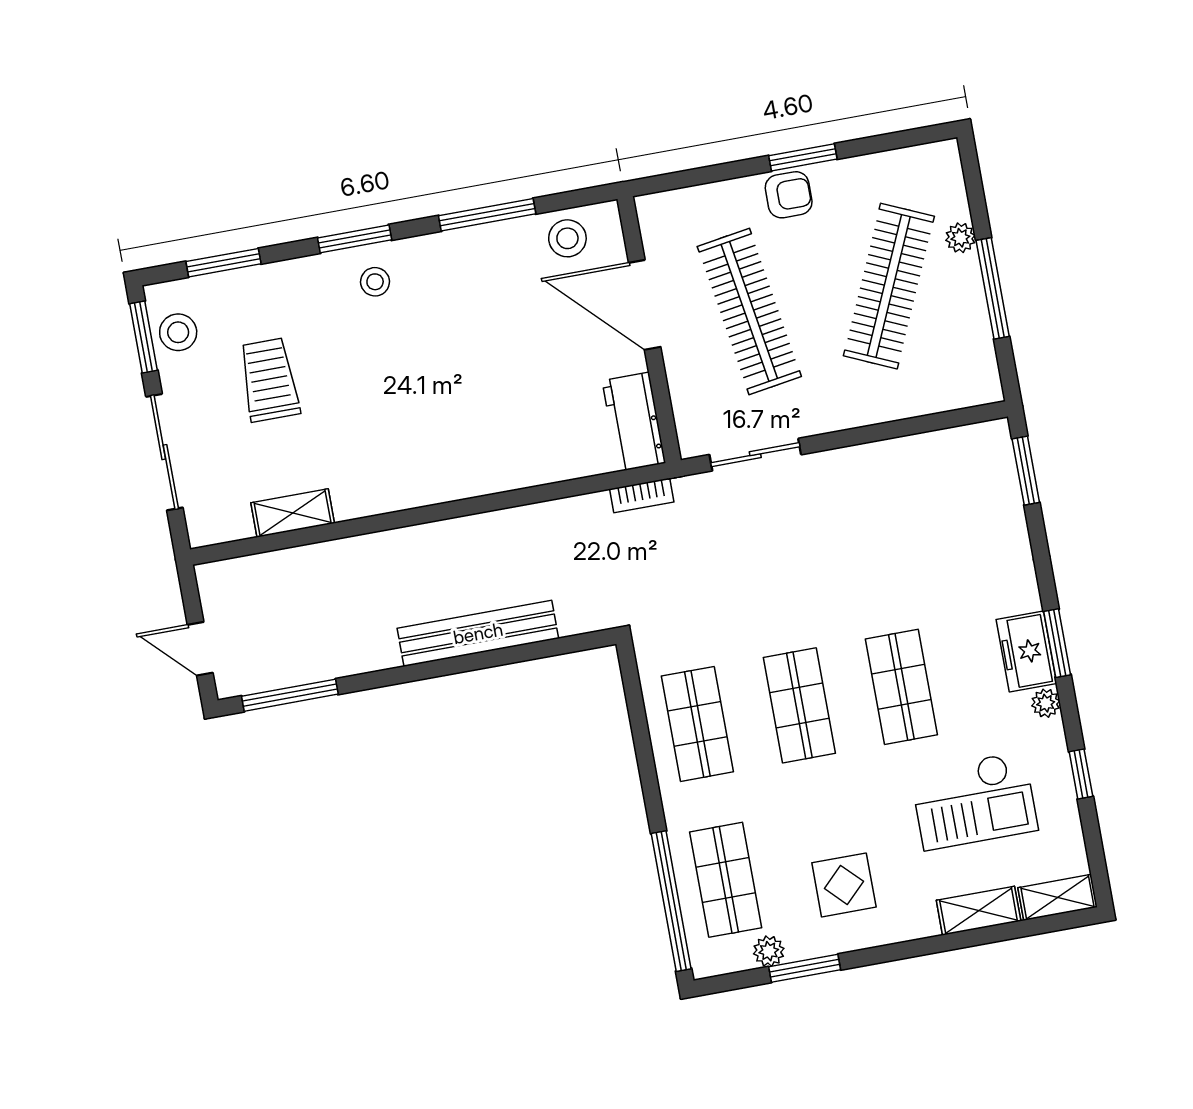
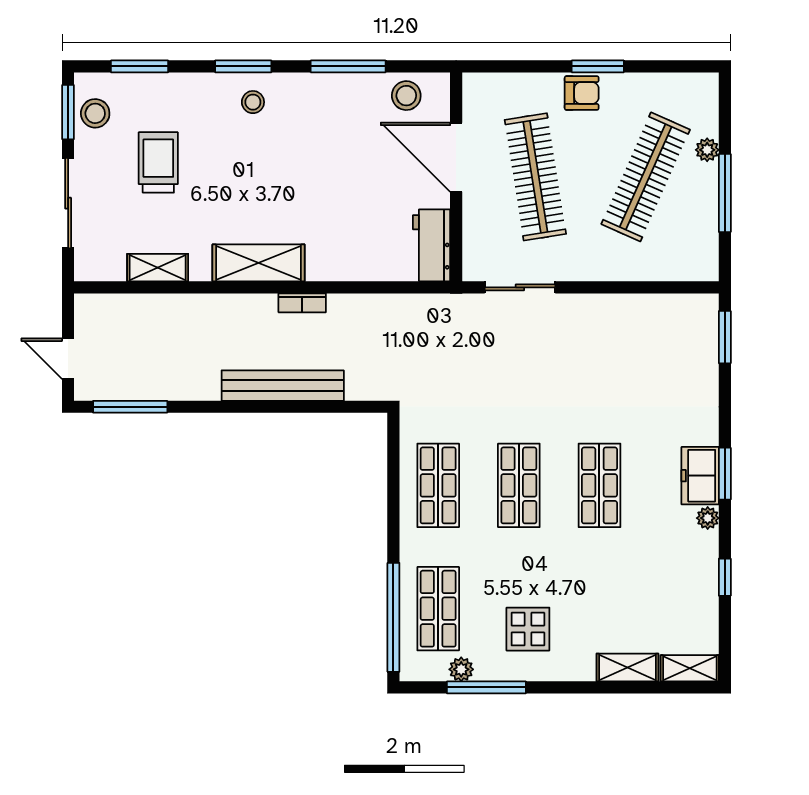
shelving: (419, 484) -> (259, 263), added
bookcase: (642, 495) -> (302, 303), moved
checkout: (974, 801) -> (639, 583), removed
window: (805, 968) -> (486, 687), width x1.44

